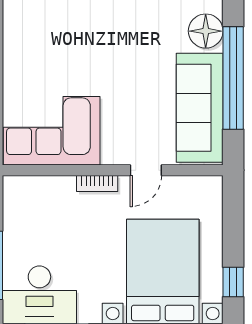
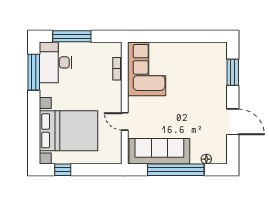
floor lamp: (206, 31) -> (206, 159), width x0.53, depth x0.53
bookcase: (97, 184) -> (117, 69), moved

